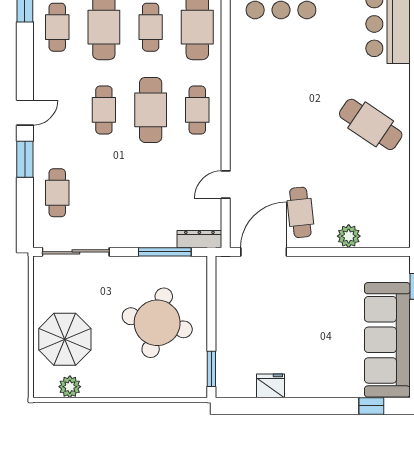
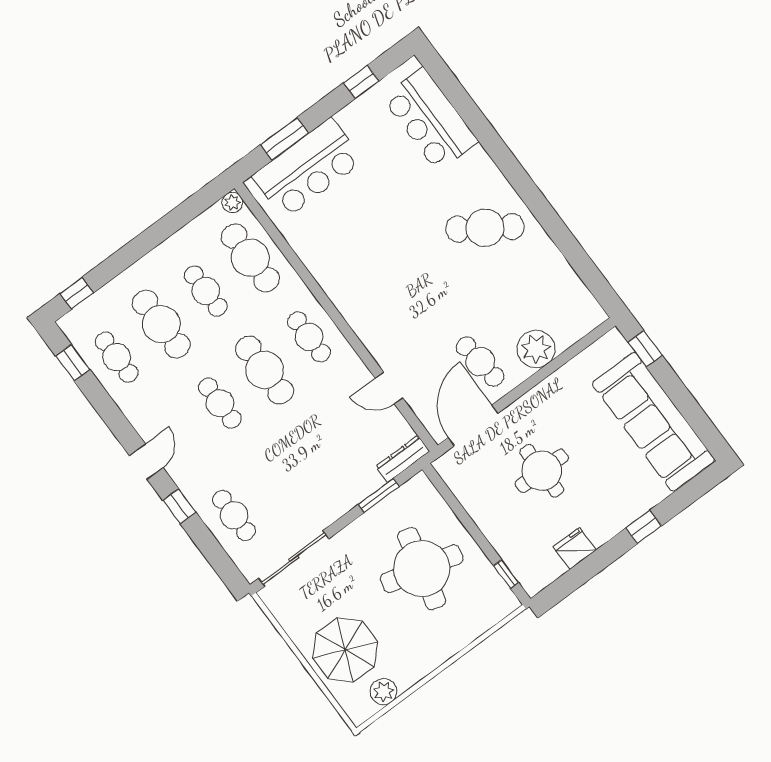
window: (25, 159) -> (179, 506), width x0.67
door: (226, 184) -> (389, 388), hinge flipped
plant: (349, 236) -> (536, 349), width x1.36, depth x1.36
window: (165, 252) -> (379, 496), width x0.69
round table: (287, 317) -> (542, 471), added
window: (211, 369) -> (506, 574), width x0.67
window: (371, 406) -> (644, 527), moved

